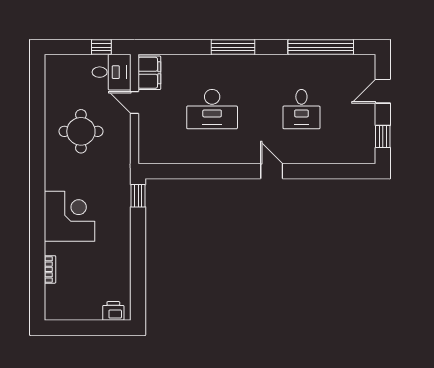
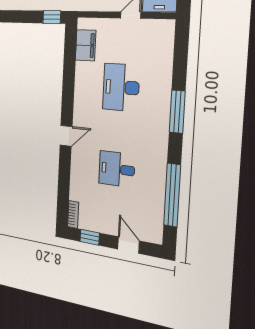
filing cabinet: (149, 73) -> (86, 45), moved, turned -90
bookcase: (360, 158) -> (73, 214), added

